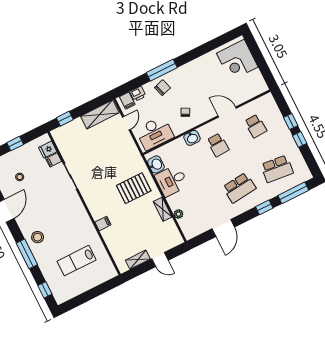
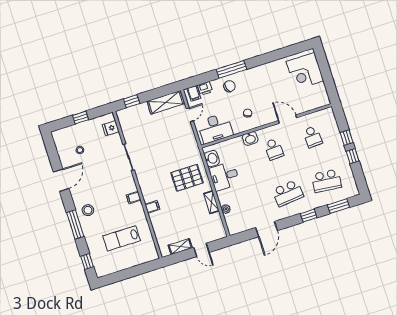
filing cabinet: (54, 160) -> (134, 198), moved
window: (293, 193) -> (339, 206), width x0.69

